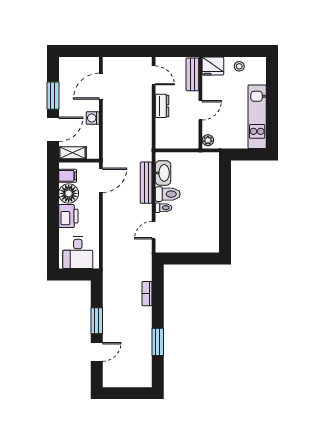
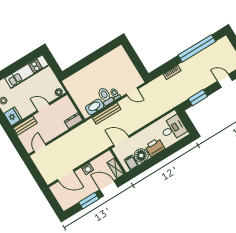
dresser: (162, 106) -> (73, 121), moved
window: (97, 321) -> (198, 98), moved
window: (158, 342) -> (197, 48), width x2.11

